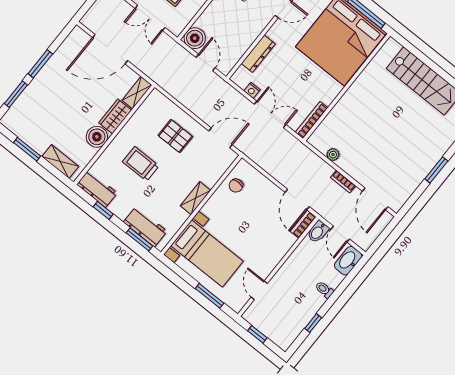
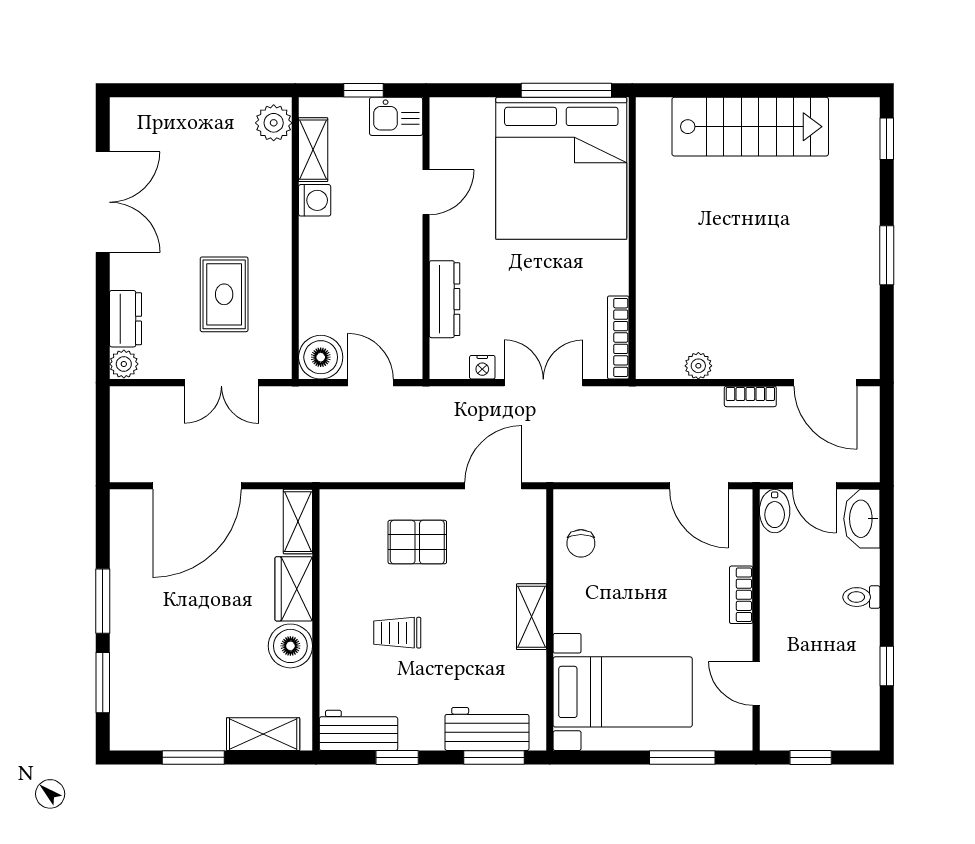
trolley: (141, 164) -> (397, 633), width x0.73, depth x0.72
bookcase: (303, 224) -> (741, 595), moved

